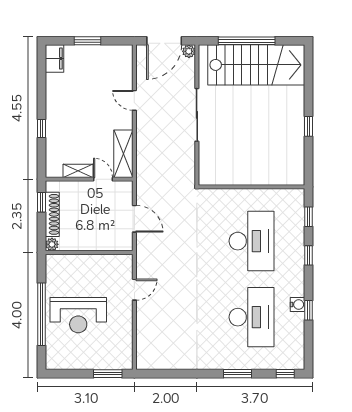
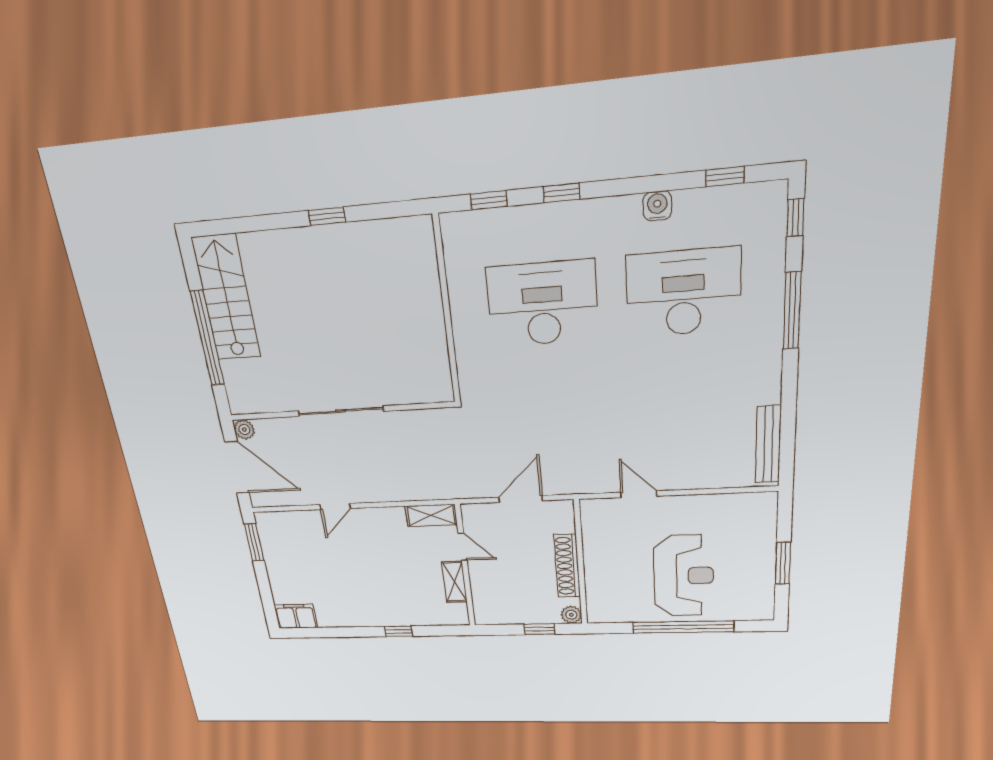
window: (87, 41) -> (254, 542), moved
stairs: (256, 65) -> (226, 298), width x0.73, depth x0.66
shelving: (123, 154) -> (431, 515), width x0.67, depth x0.75
door: (103, 179) -> (463, 547), swing flipped
window: (41, 202) -> (540, 629), moved
shoe rack: (52, 214) -> (567, 566), moved, turned -90
window: (309, 310) -> (725, 177), moved
bench: (162, 363) -> (768, 444), added
window: (108, 374) -> (783, 563), moved
window: (237, 374) -> (792, 311), width x1.44

